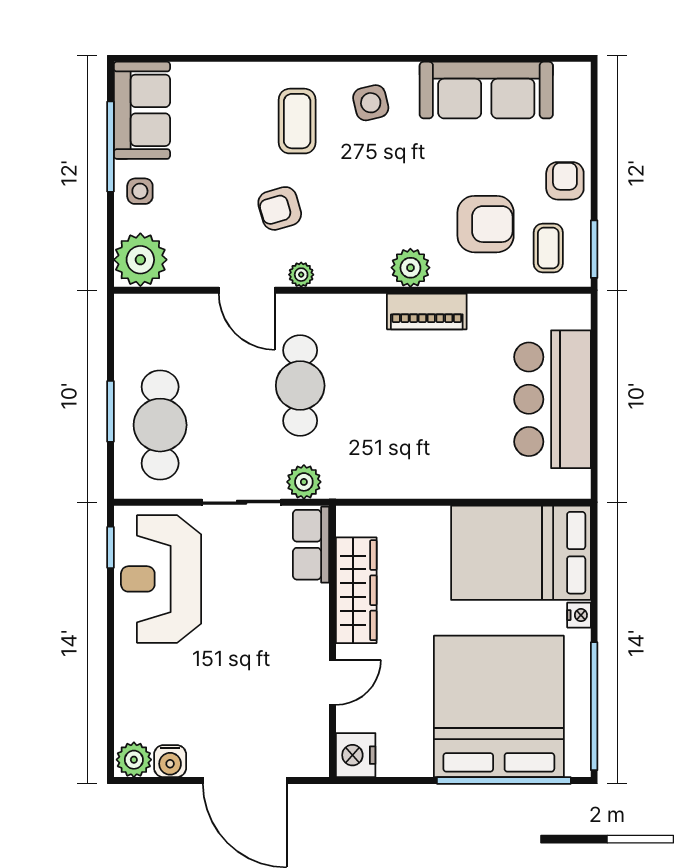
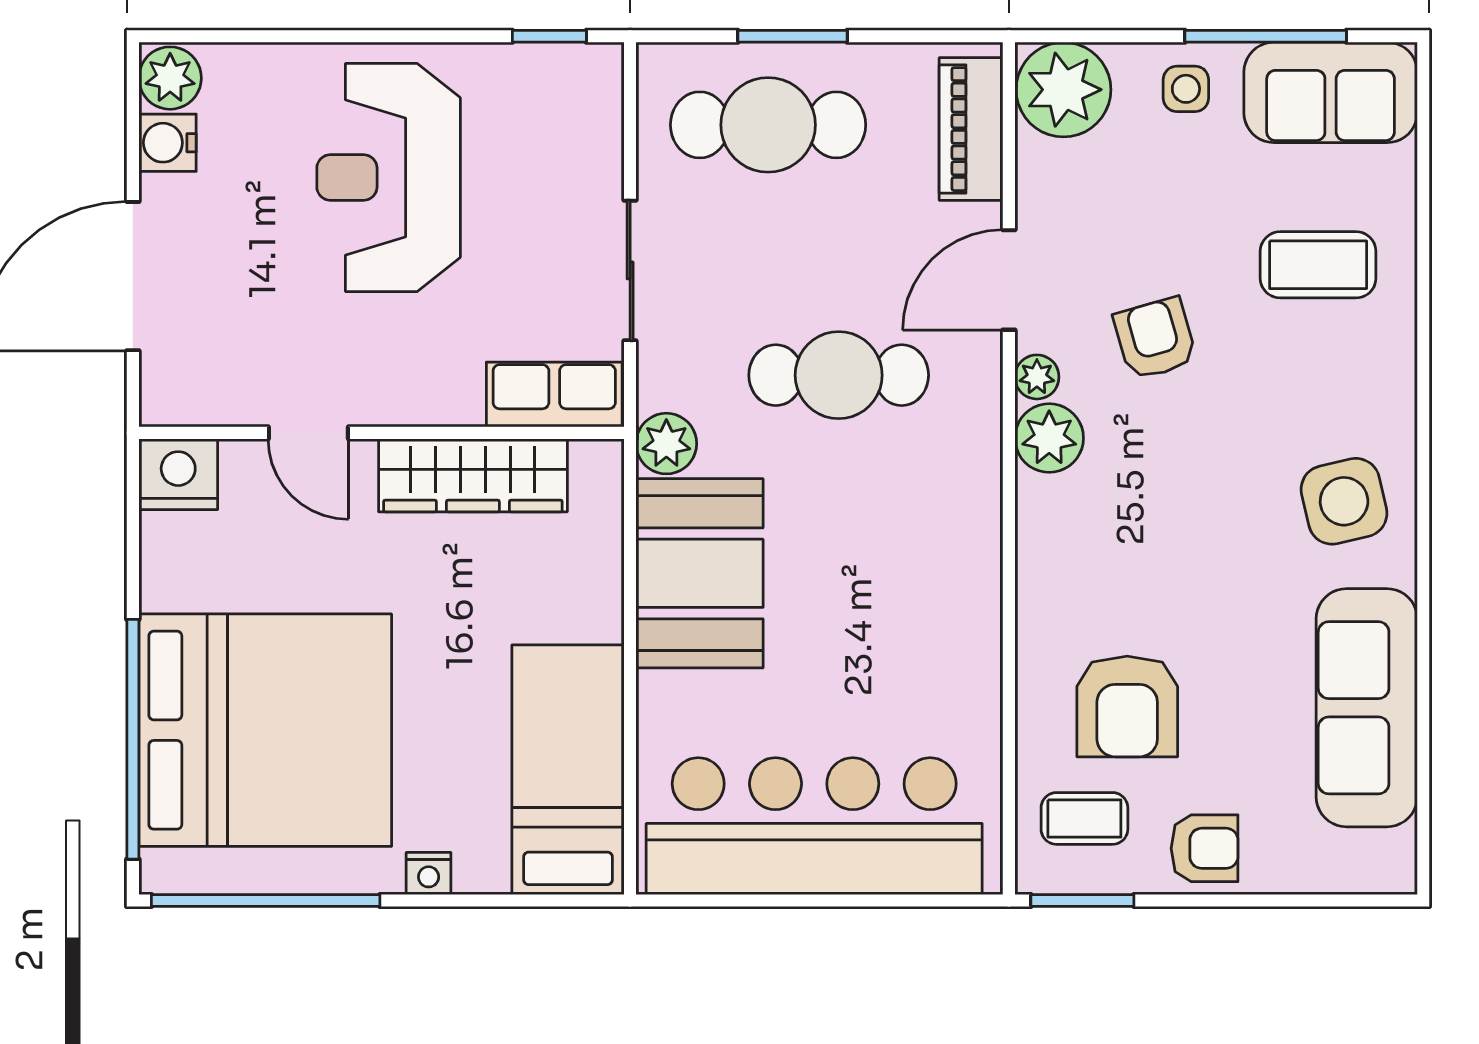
side table: (371, 103) -> (1344, 501), width x1.37, depth x1.37
coffee table: (297, 121) -> (1318, 265), moved
plant: (410, 268) -> (1049, 438), moved
piano: (427, 311) -> (971, 129), moved
bar counter: (553, 399) -> (814, 826), width x1.36
booth: (411, 463) -> (699, 573), added
plant: (304, 482) -> (666, 444), moved
bed: (521, 553) -> (568, 770), width x0.67
reception desk: (161, 579) -> (389, 177), moved, turned -90

